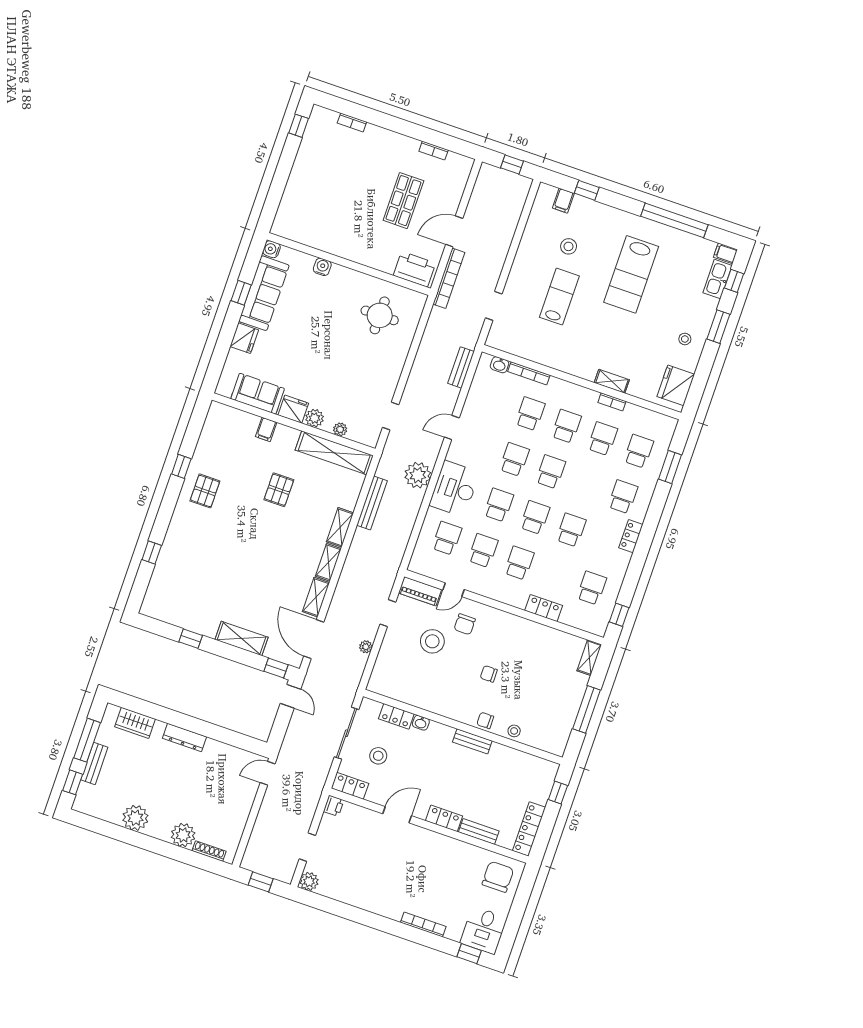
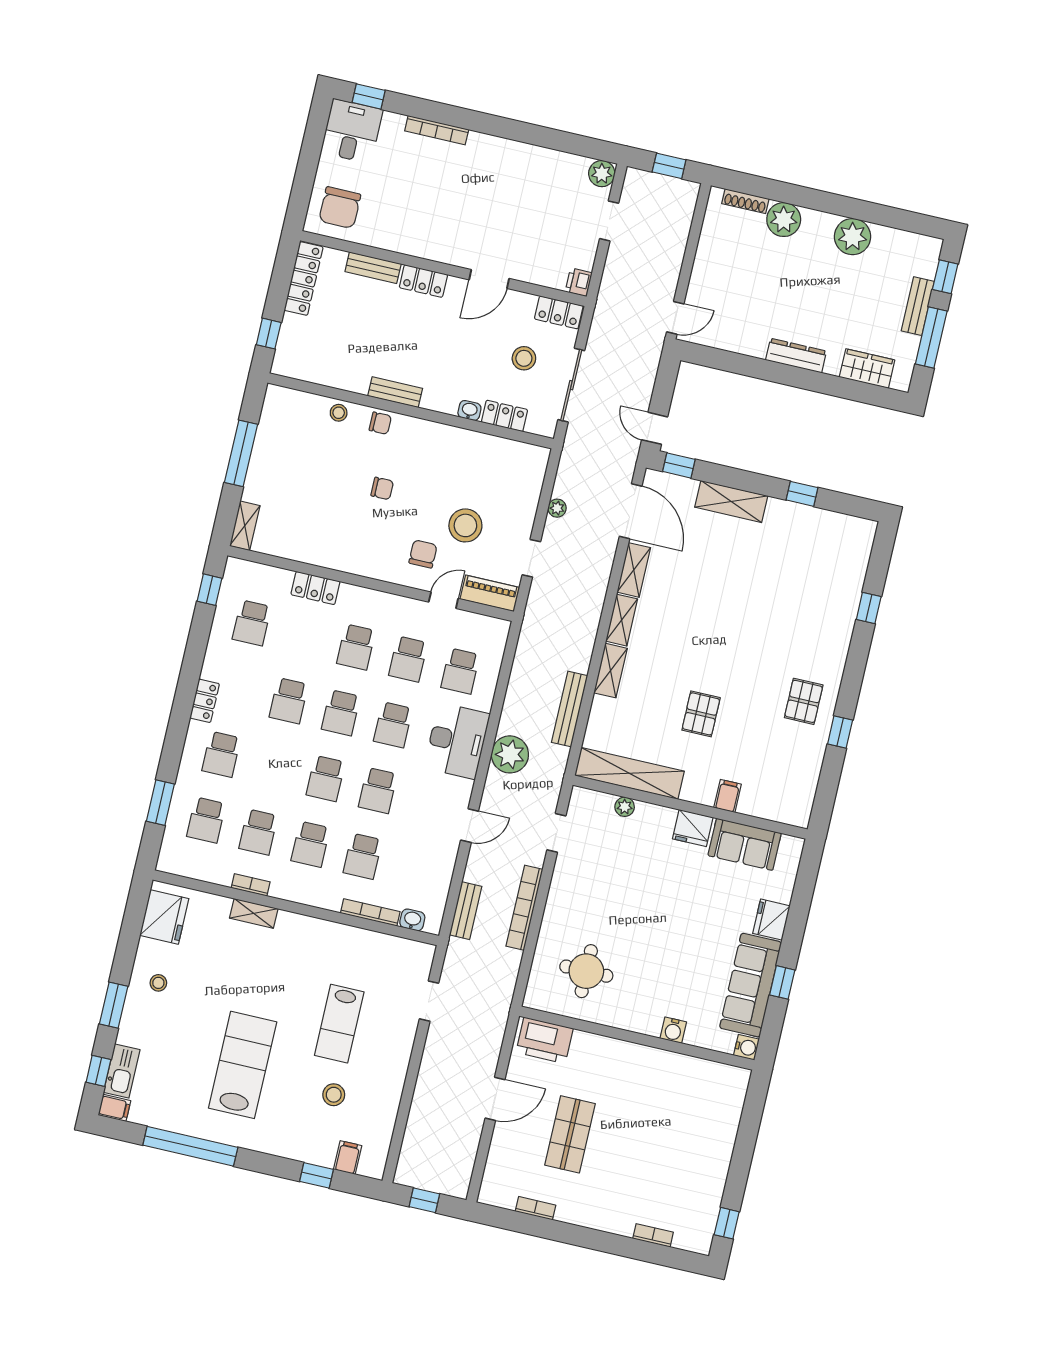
bookcase: (449, 278) -> (524, 908), moved
plant: (315, 418) -> (662, 819), removed

